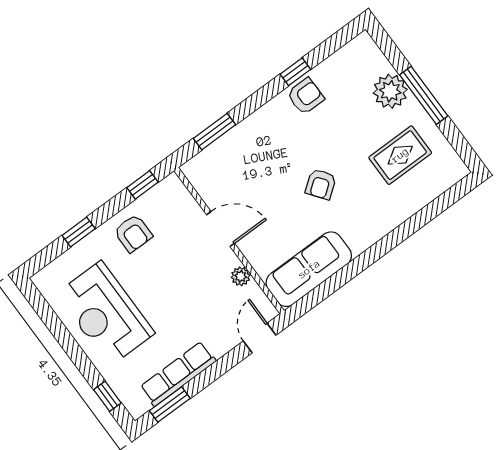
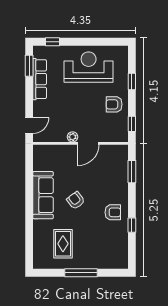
plant: (390, 91) -> (93, 260), removed
armchair: (306, 96) -> (113, 212), moved, turned -90
sofa: (309, 269) -> (43, 195), moved
plant: (241, 276) -> (72, 137), moved
door: (260, 338) -> (29, 125), hinge flipped

